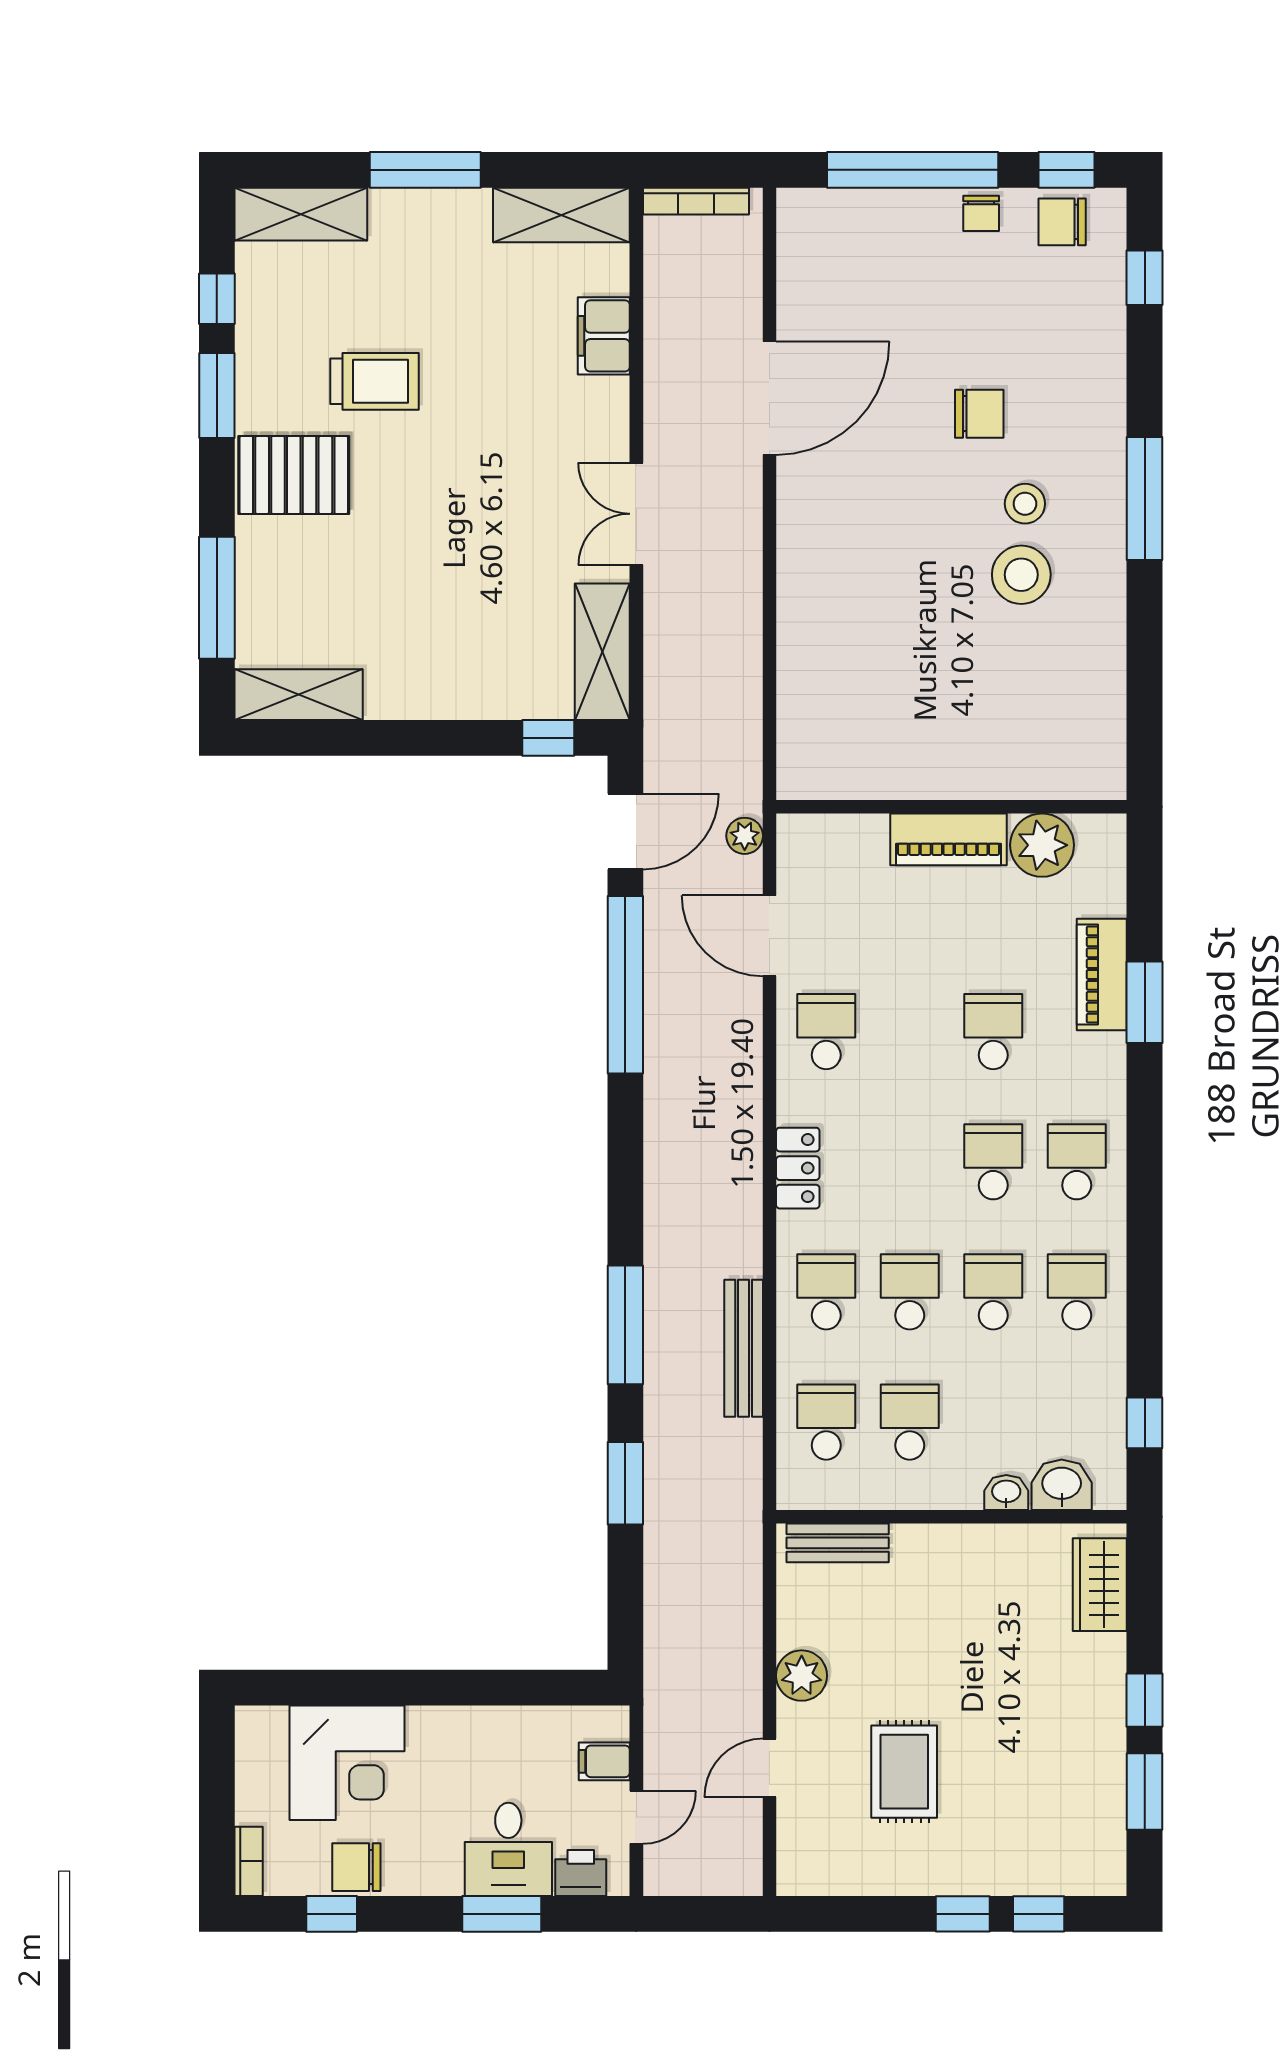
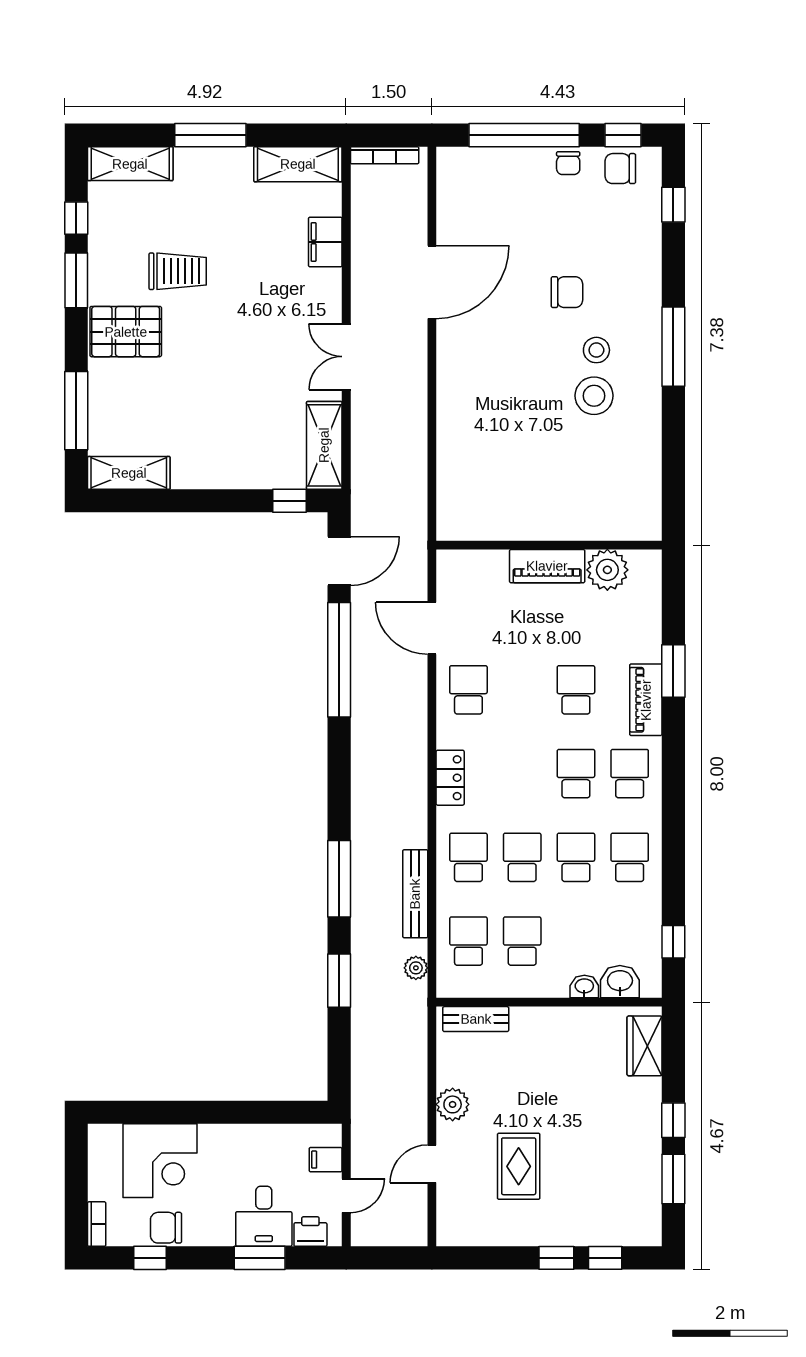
plant: (745, 836) -> (416, 968), moved
piano: (1102, 974) -> (646, 700), moved

